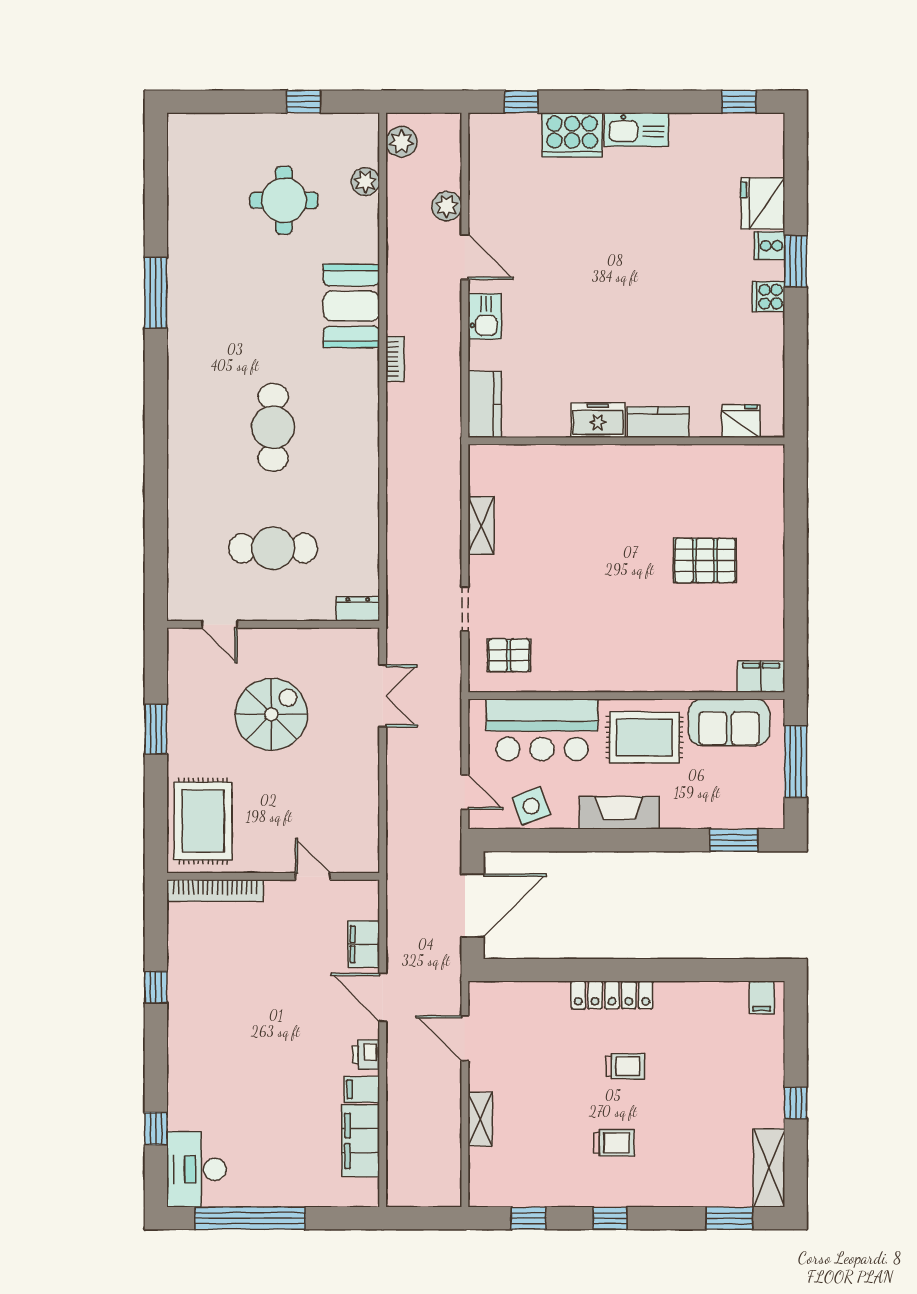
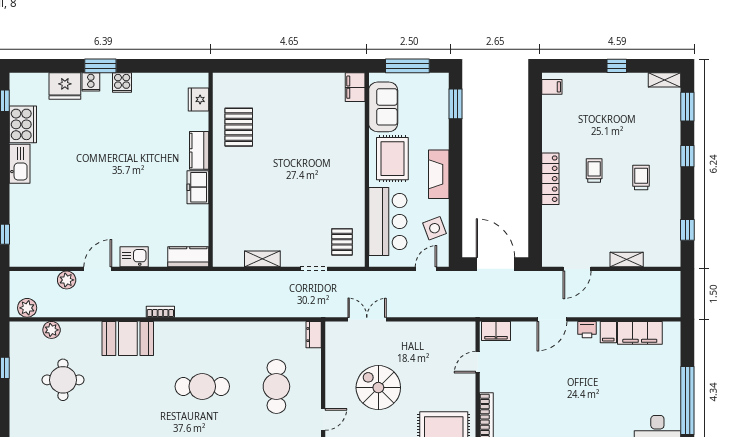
cooker: (572, 135) -> (23, 124), moved
pallet: (705, 560) -> (239, 127), moved
filing cabinet: (364, 944) -> (496, 331), moved
shelving: (769, 1168) -> (665, 80), width x0.67, depth x0.75
window: (610, 1218) -> (687, 156), moved

